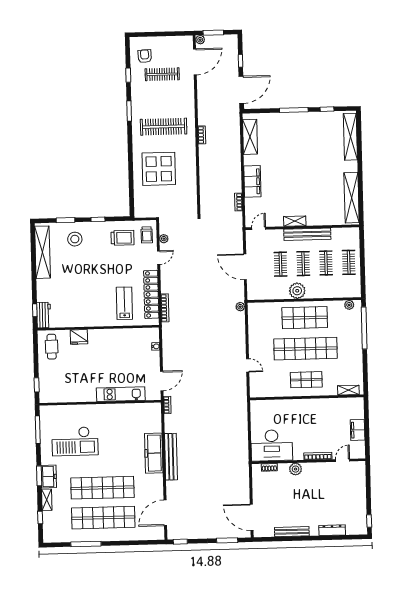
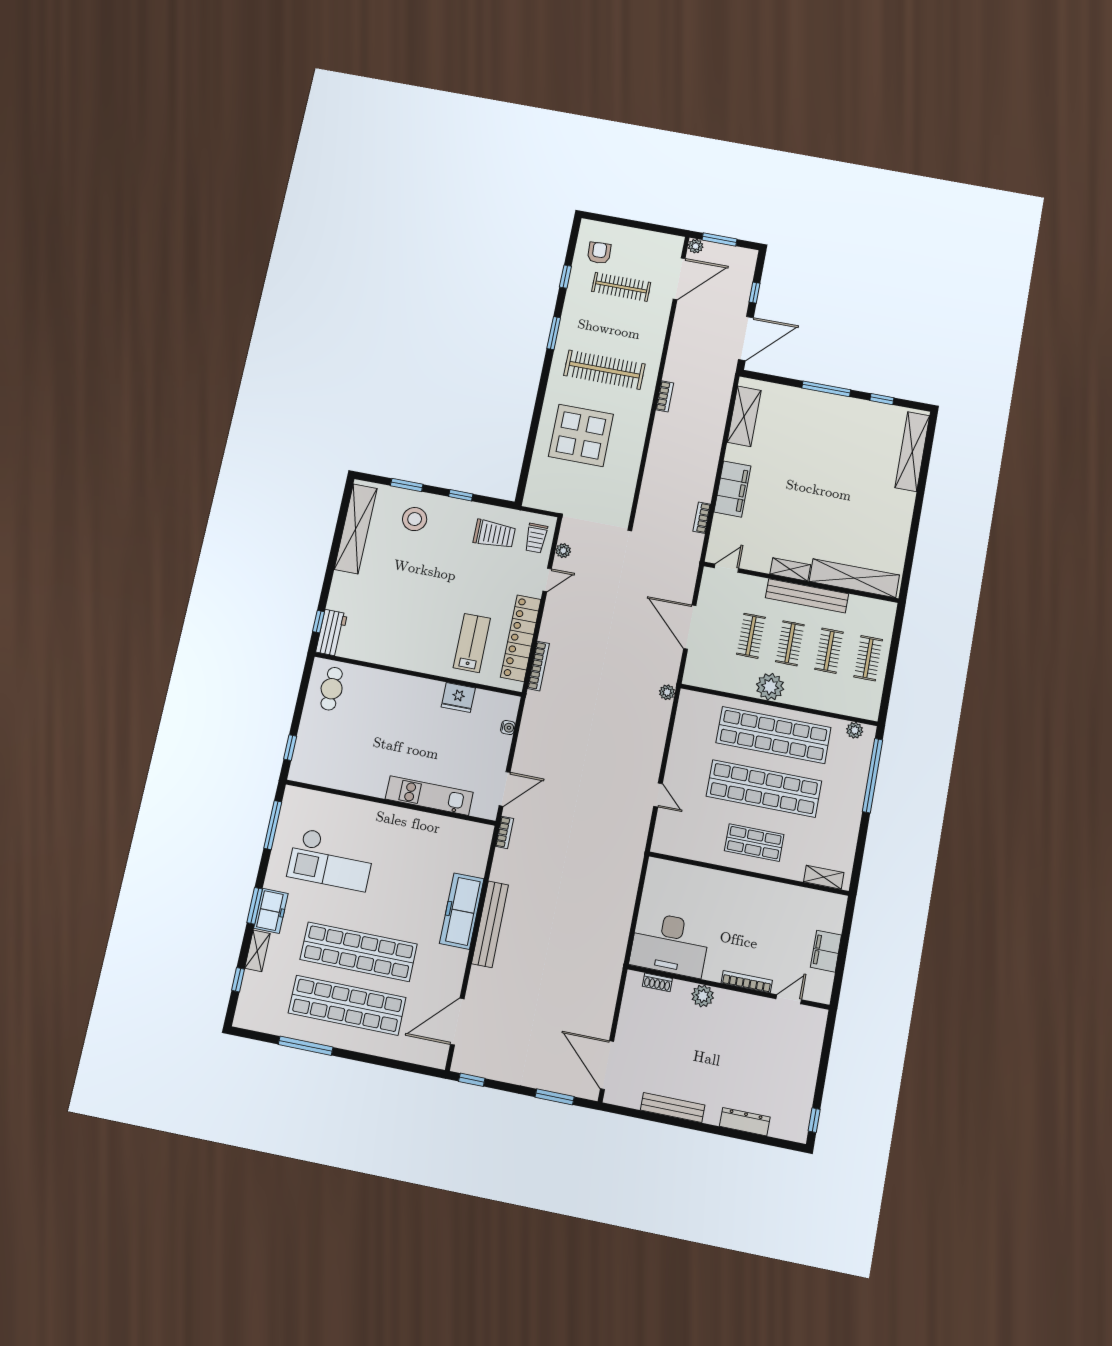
shelving: (352, 198) -> (854, 578), moved, turned 90
shop shelf: (305, 318) -> (773, 735), width x1.40
fridge: (79, 337) -> (458, 697), moved

